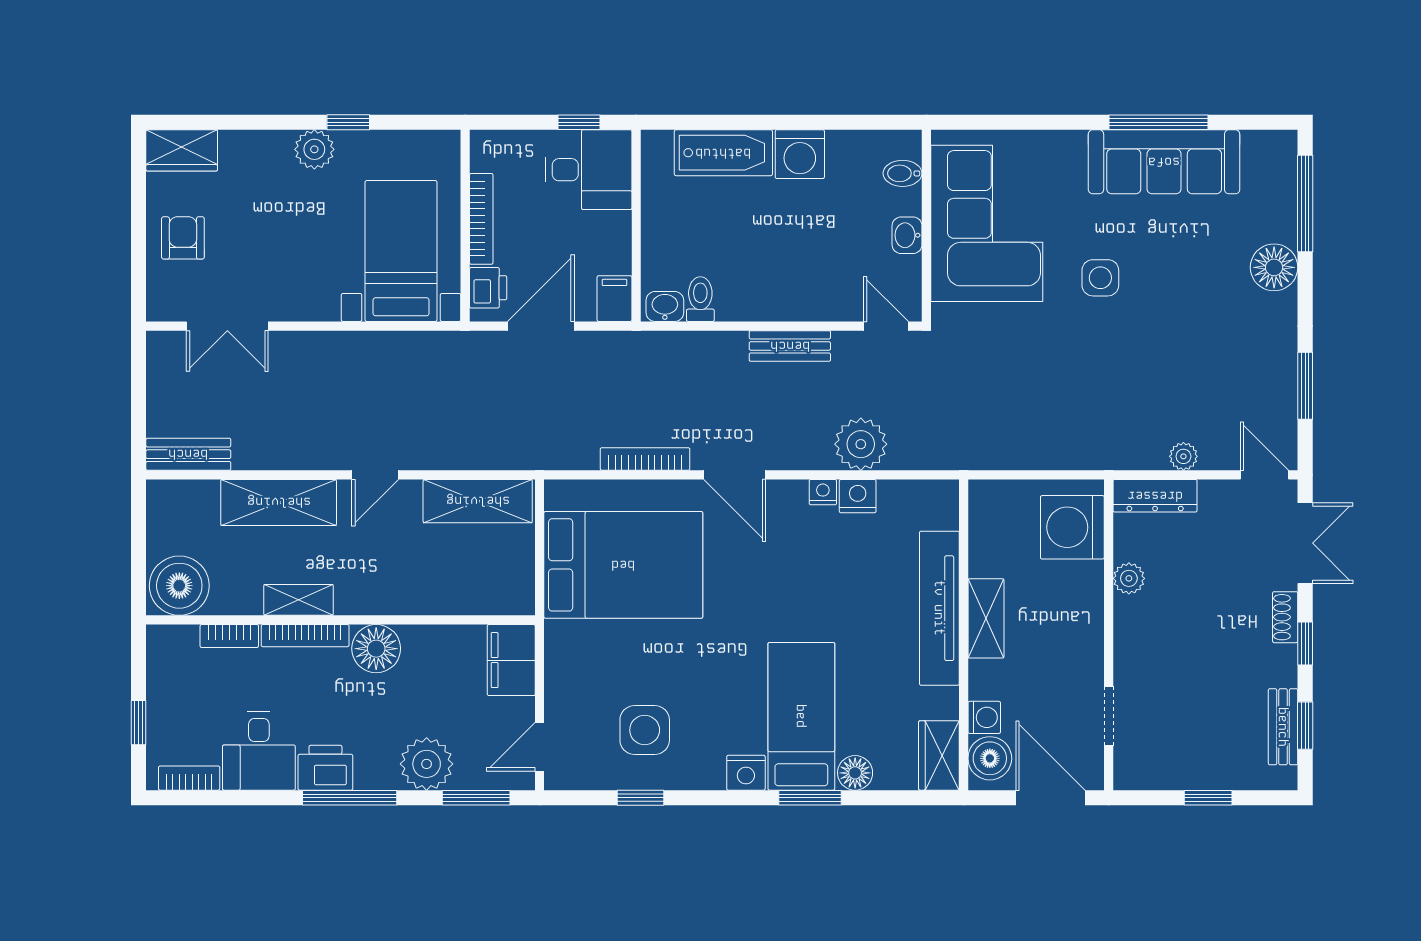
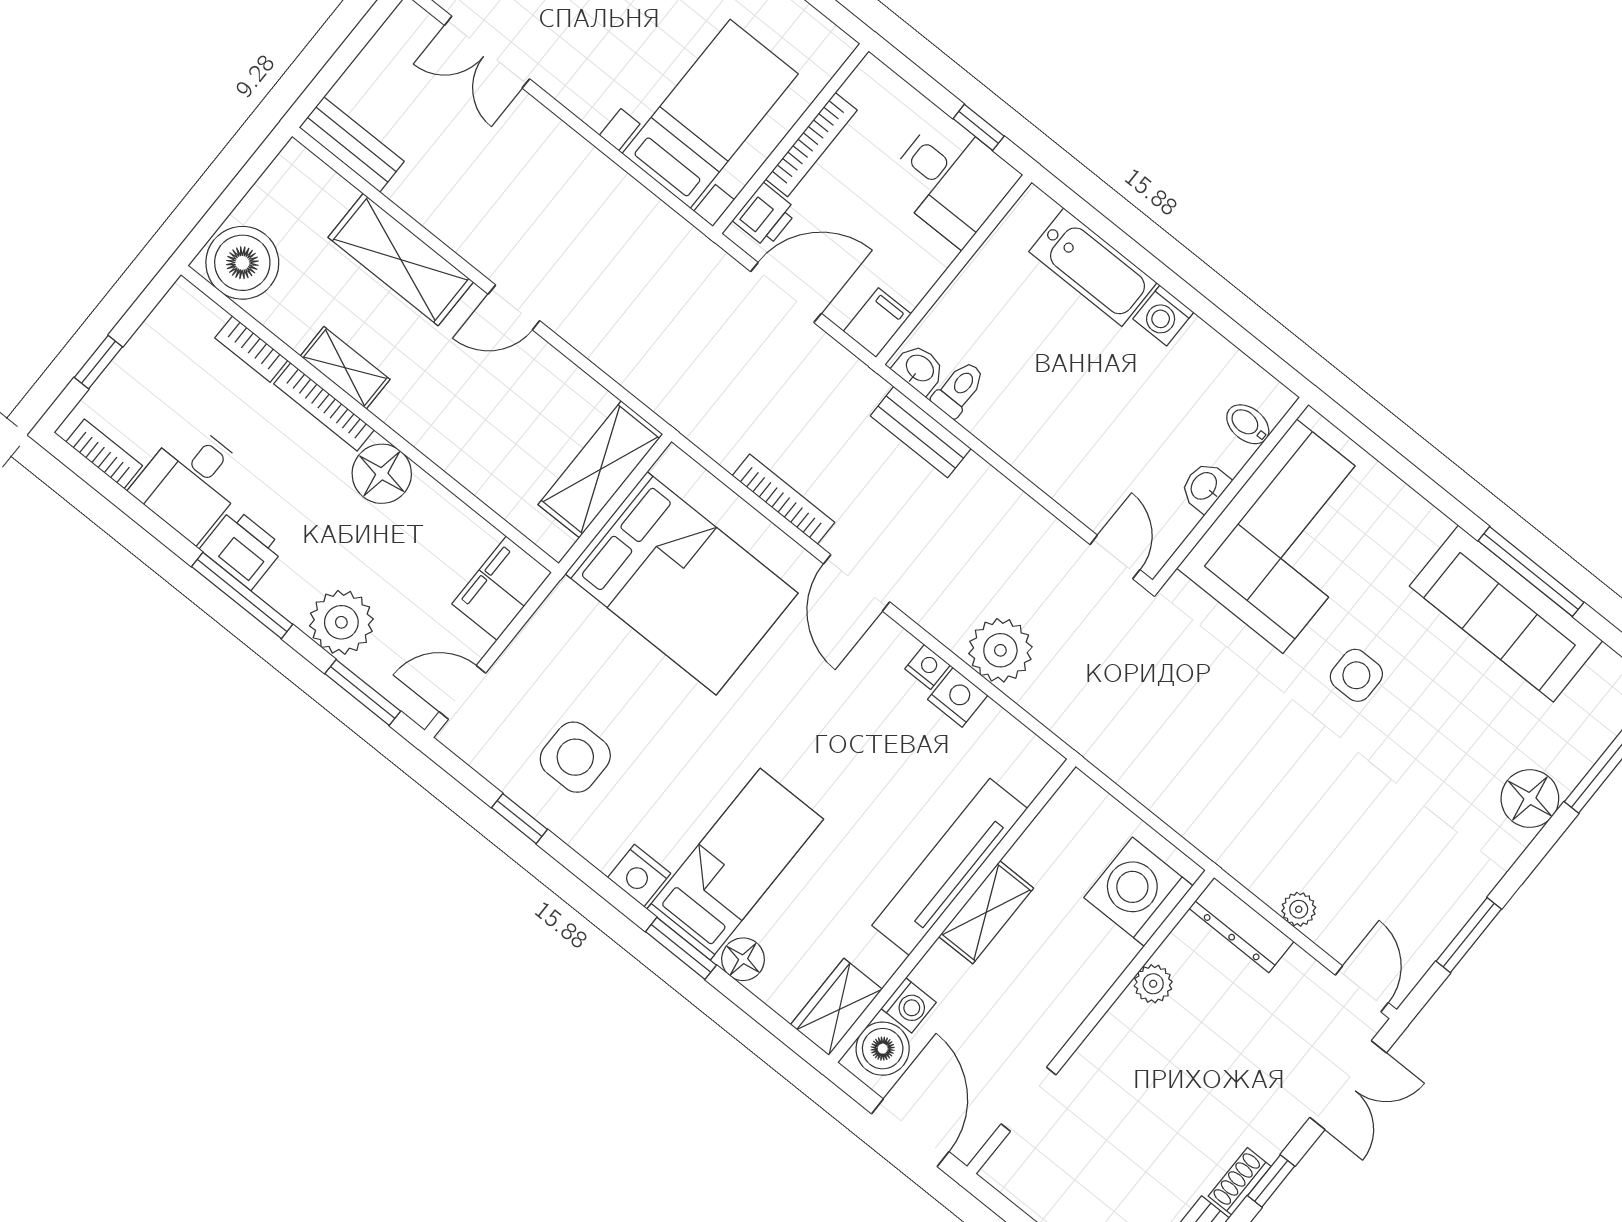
washing machine: (800, 154) -> (1163, 316), width x0.73, depth x0.73
bench: (790, 346) -> (921, 432), moved
shelving: (478, 501) -> (600, 469), moved, turned 90
shoe rack: (1285, 617) -> (1240, 1181), moved

